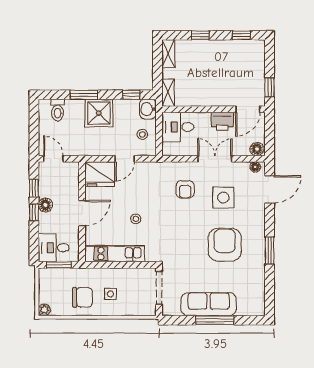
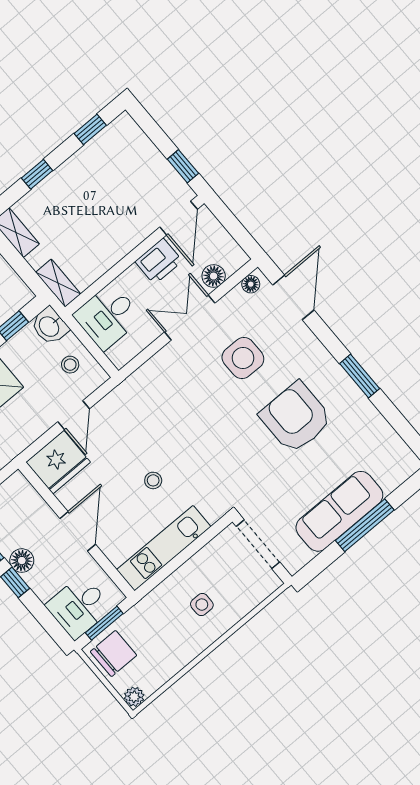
floor lamp: (257, 149) -> (214, 276), moved
armchair: (185, 189) -> (185, 389), removed
chair: (82, 297) -> (113, 653), moved

